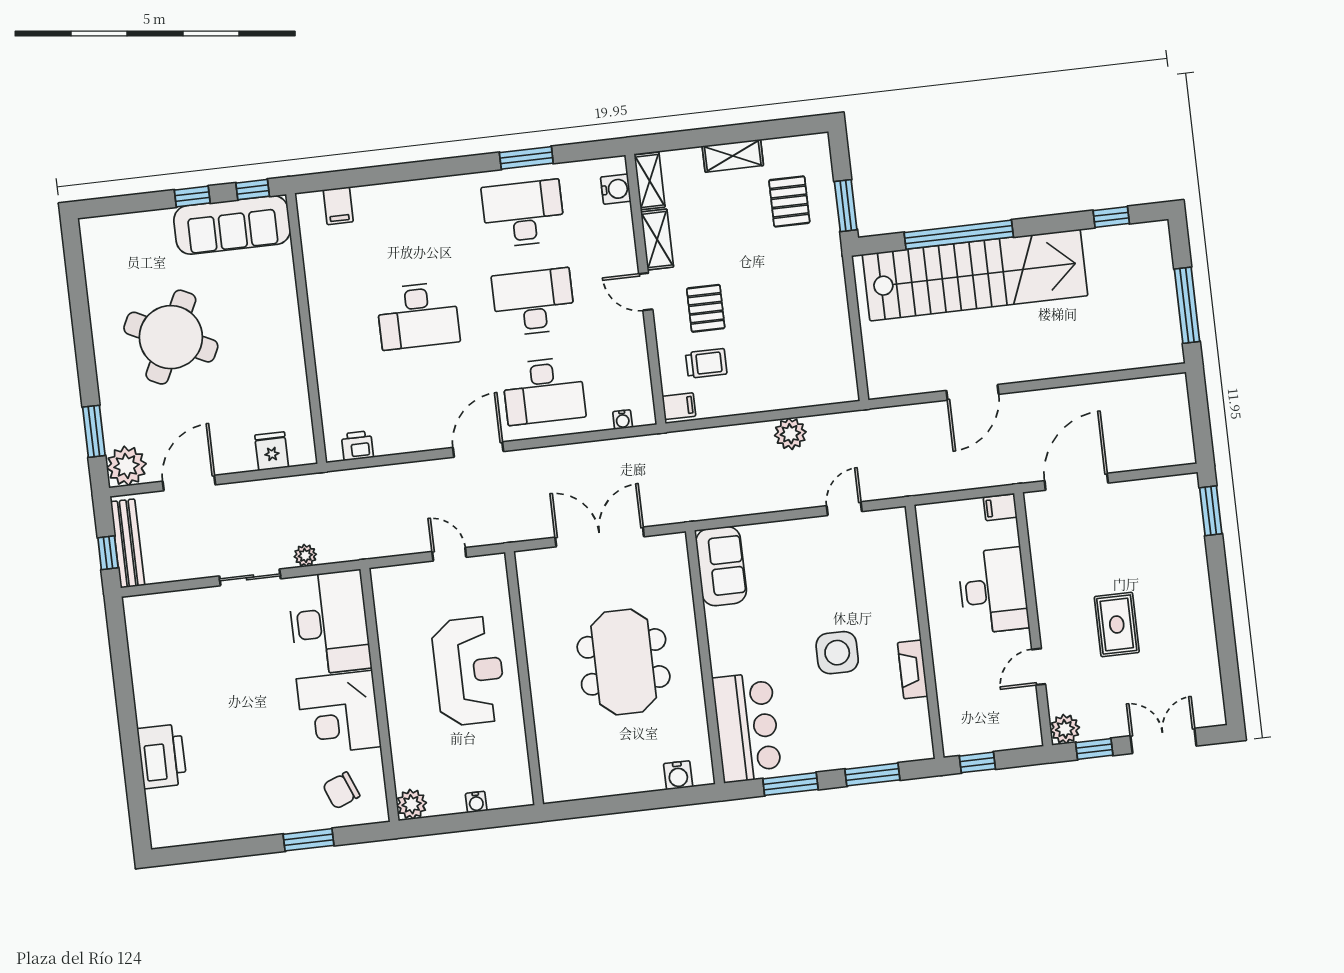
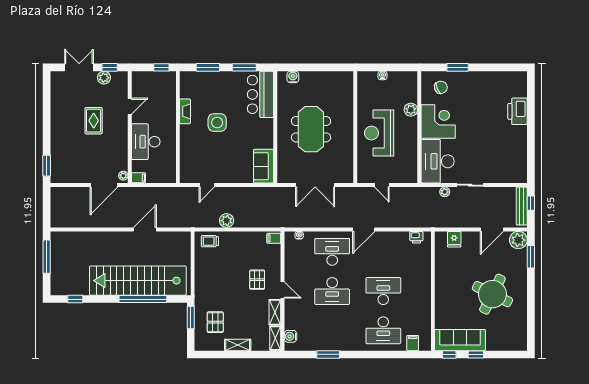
desk: (523, 214) -> (383, 330), moved
trolley: (706, 363) -> (210, 241), moved
plant: (1035, 508) -> (123, 176), added
plant: (1065, 729) -> (104, 78), moved
double door: (1163, 741) -> (79, 67), swing flipped
plant: (412, 804) -> (411, 110), moved

